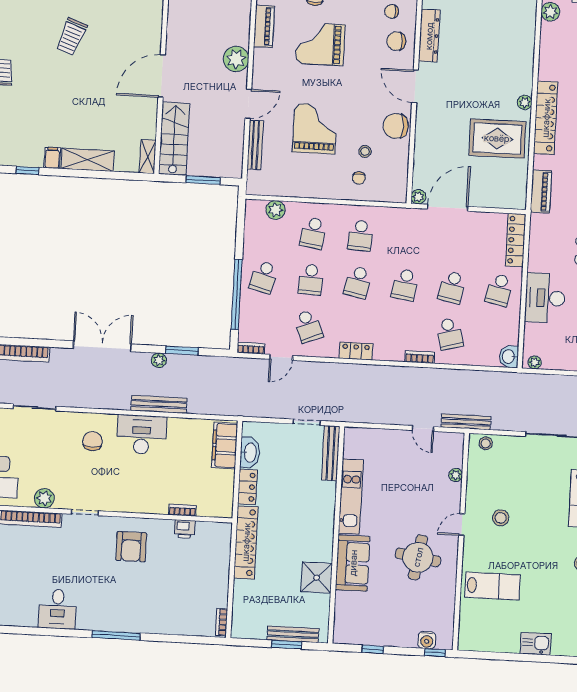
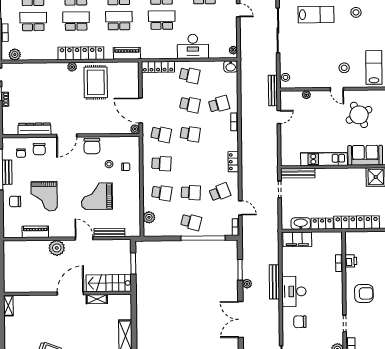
door: (162, 76) -> (70, 293), swing flipped
shelving: (148, 157) -> (97, 299), moved
school desk: (358, 282) -> (161, 134), moved
stool: (501, 518) -> (344, 68), moved
round table: (418, 557) -> (359, 115), turned -37

